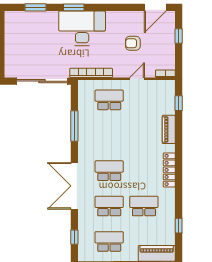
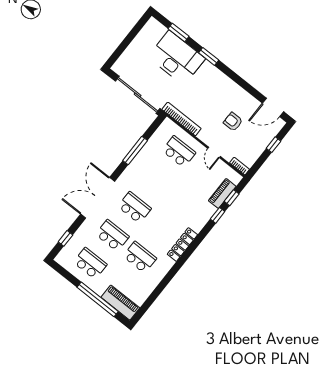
desk: (82, 28) -> (177, 58), moved
door: (137, 79) -> (214, 152), swing flipped
piano: (169, 129) -> (222, 193), moved
window: (179, 226) -> (218, 215), moved

